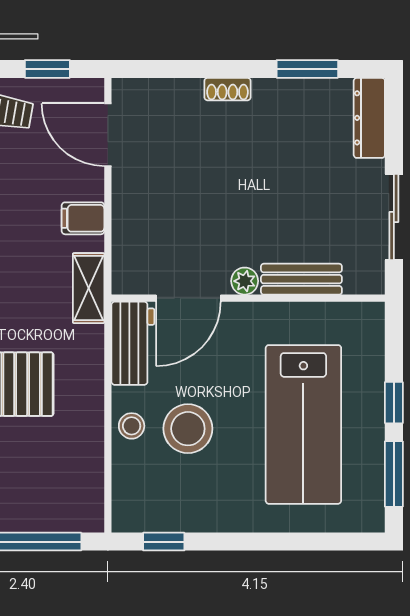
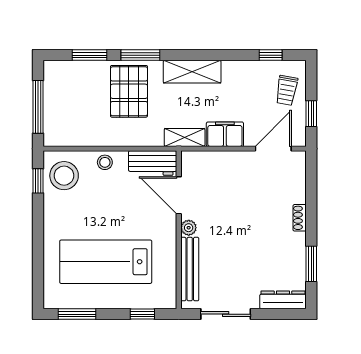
filing cabinet: (83, 218) -> (225, 134), width x2.00
bench: (301, 279) -> (190, 269), width x1.36
window: (394, 403) -> (142, 314), moved
stool: (188, 429) -> (64, 176), moved

